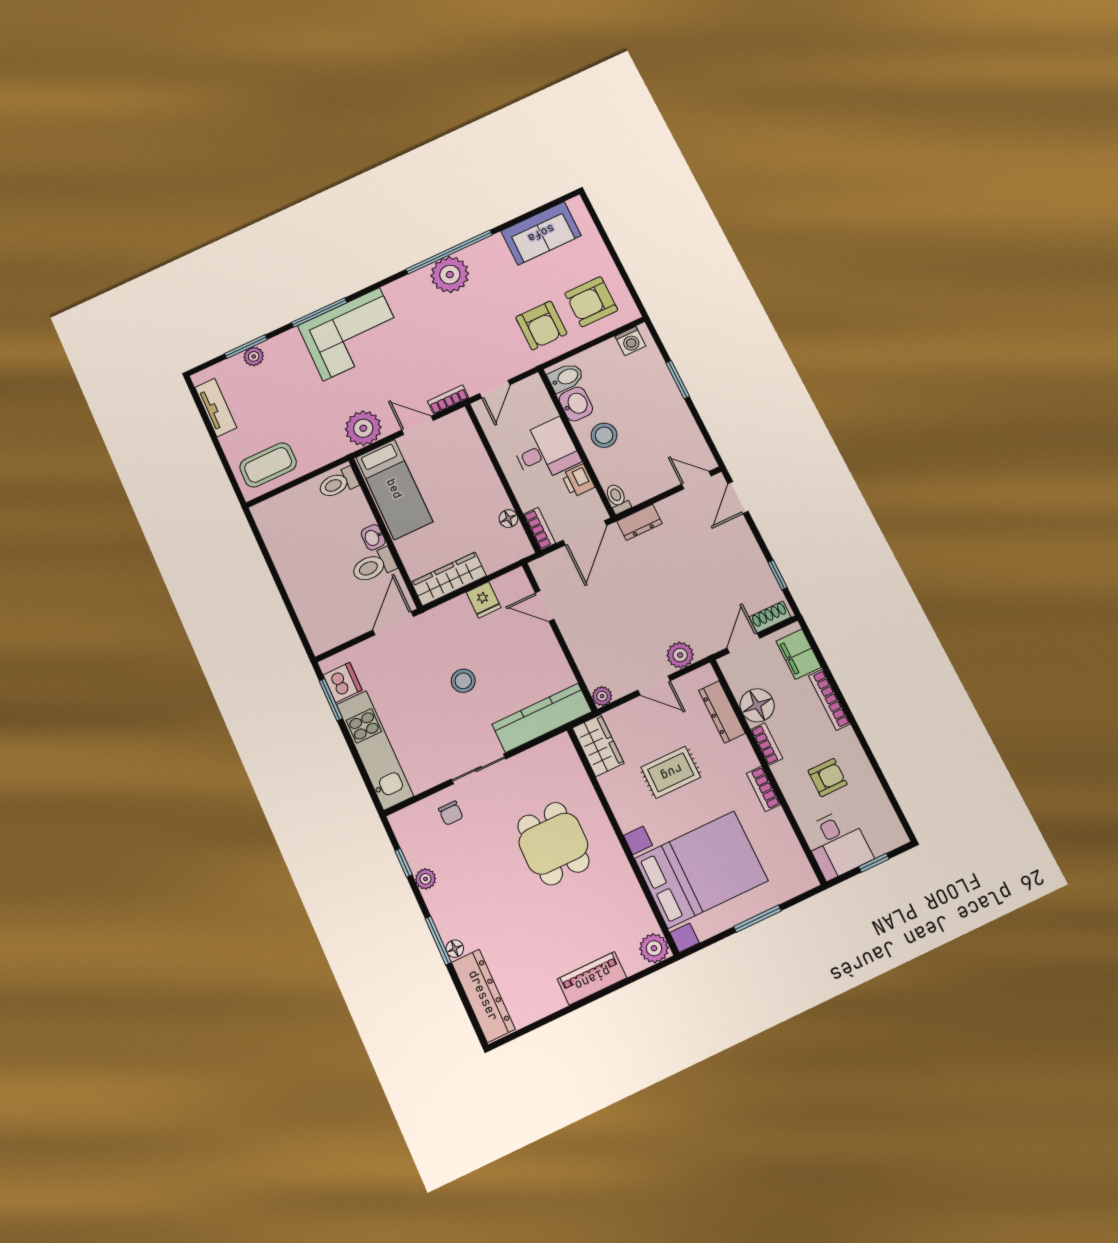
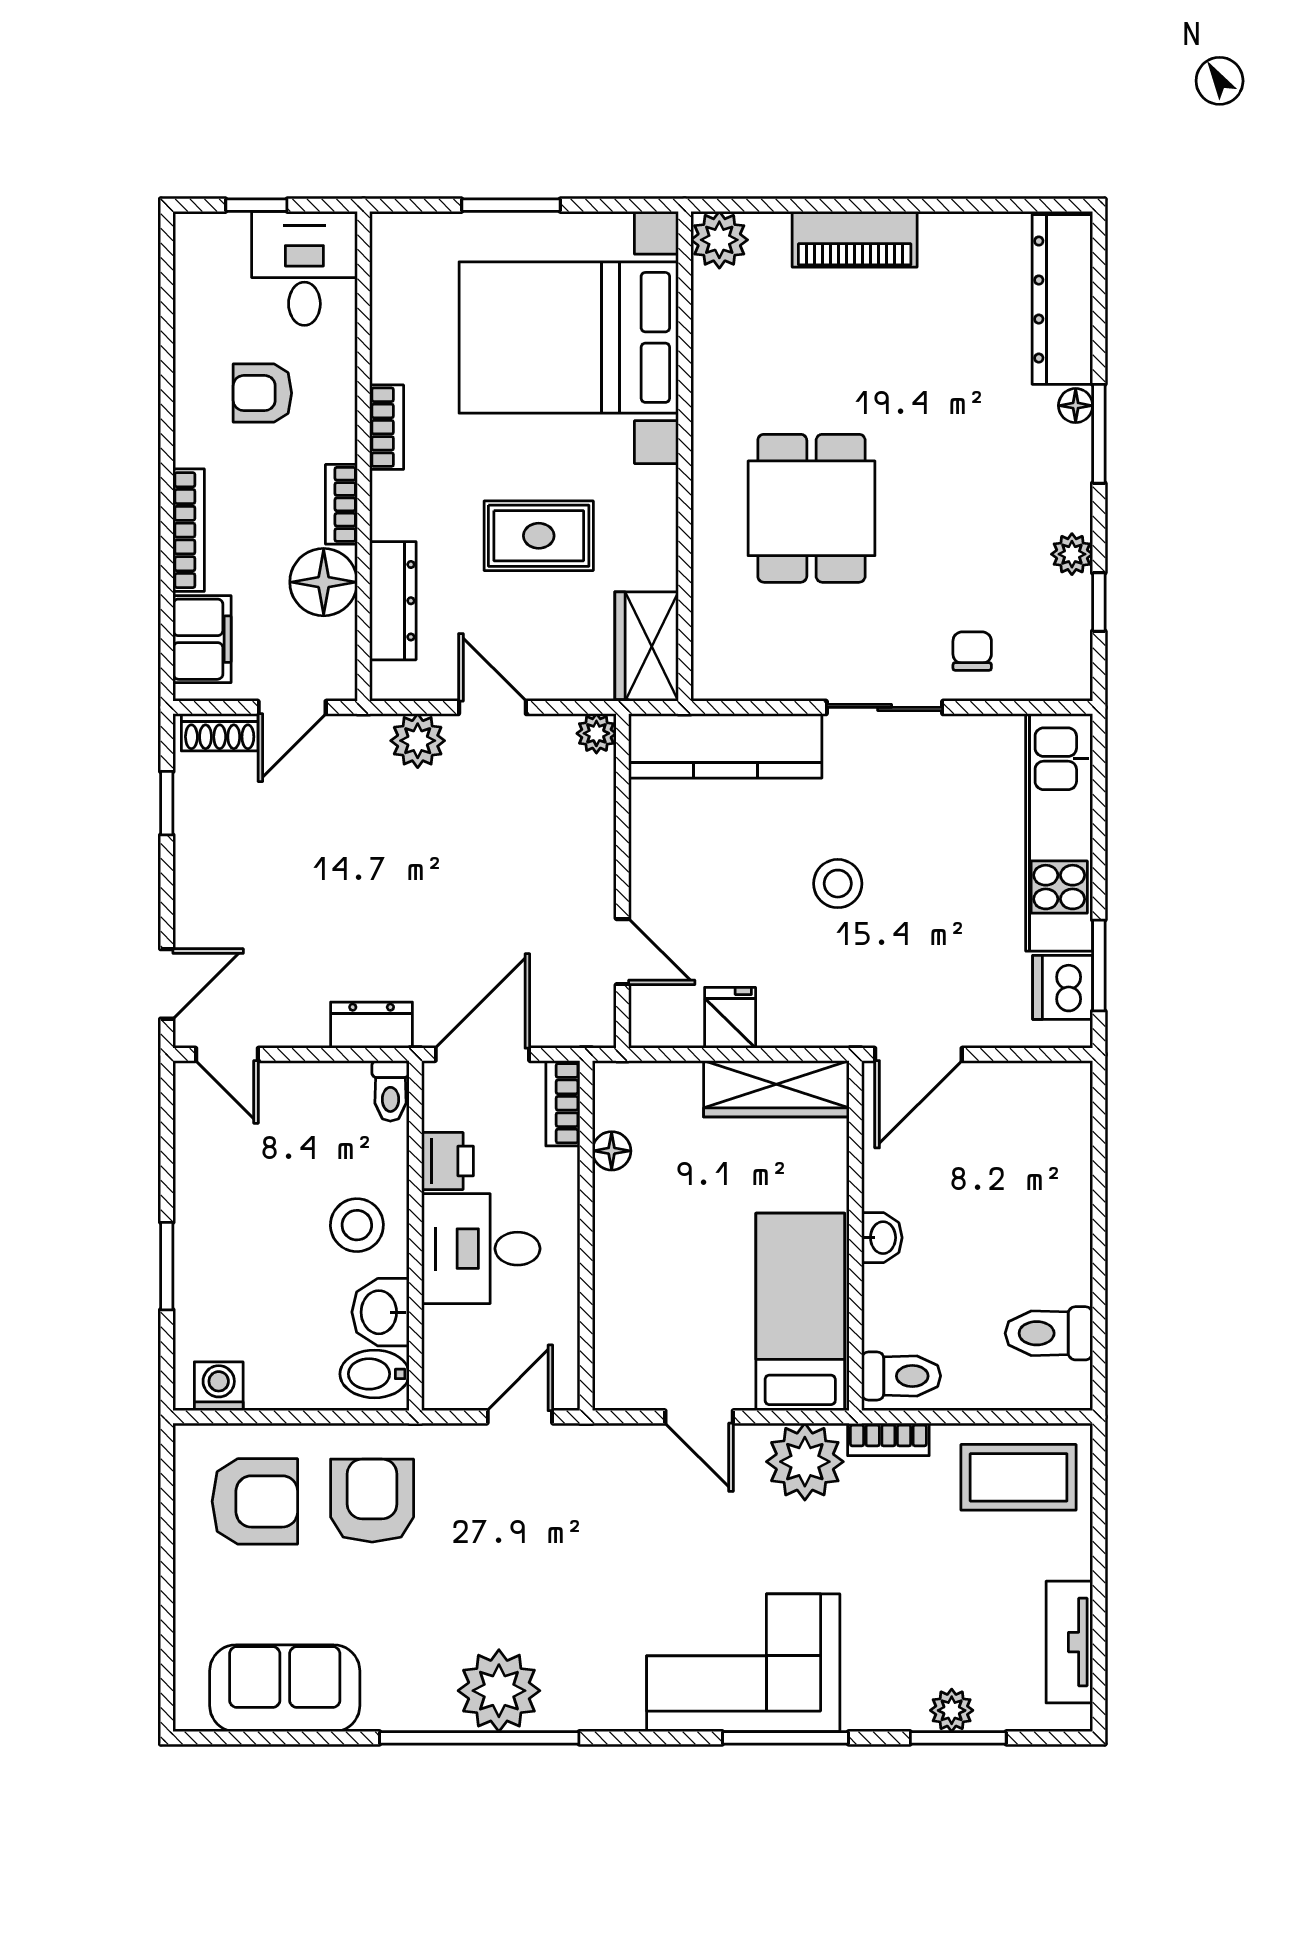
bookcase: (448, 400) -> (888, 1439), moved
toilet: (374, 566) -> (1049, 1333), moved, turned 180

